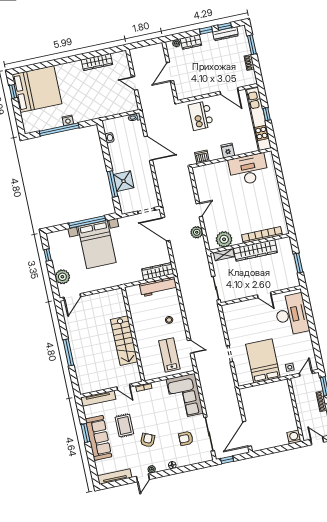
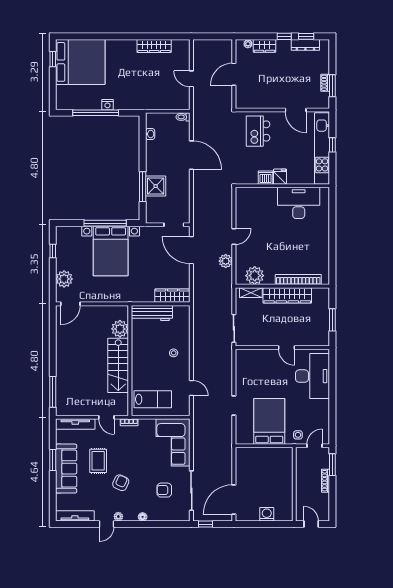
window: (252, 45) -> (332, 86), moved
dishwasher: (202, 157) -> (266, 178), moved
workbench: (158, 287) -> (152, 313), moved
plant: (119, 309) -> (120, 329), added
window: (68, 353) -> (53, 392), moved
lab bench: (169, 355) -> (153, 399), moved, turned 90
washing machine: (294, 437) -> (267, 514), moved

